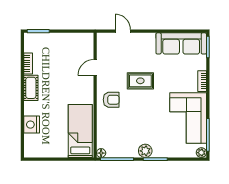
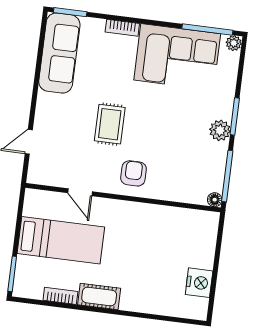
nightstand: (32, 125) -> (199, 283), moved, turned -90
bed: (80, 131) -> (61, 240), moved, turned 180

